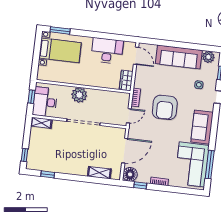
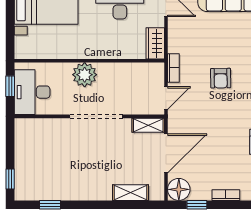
armchair: (165, 107) -> (221, 78), width x0.53, depth x0.53
shelving: (41, 123) -> (148, 125), moved

